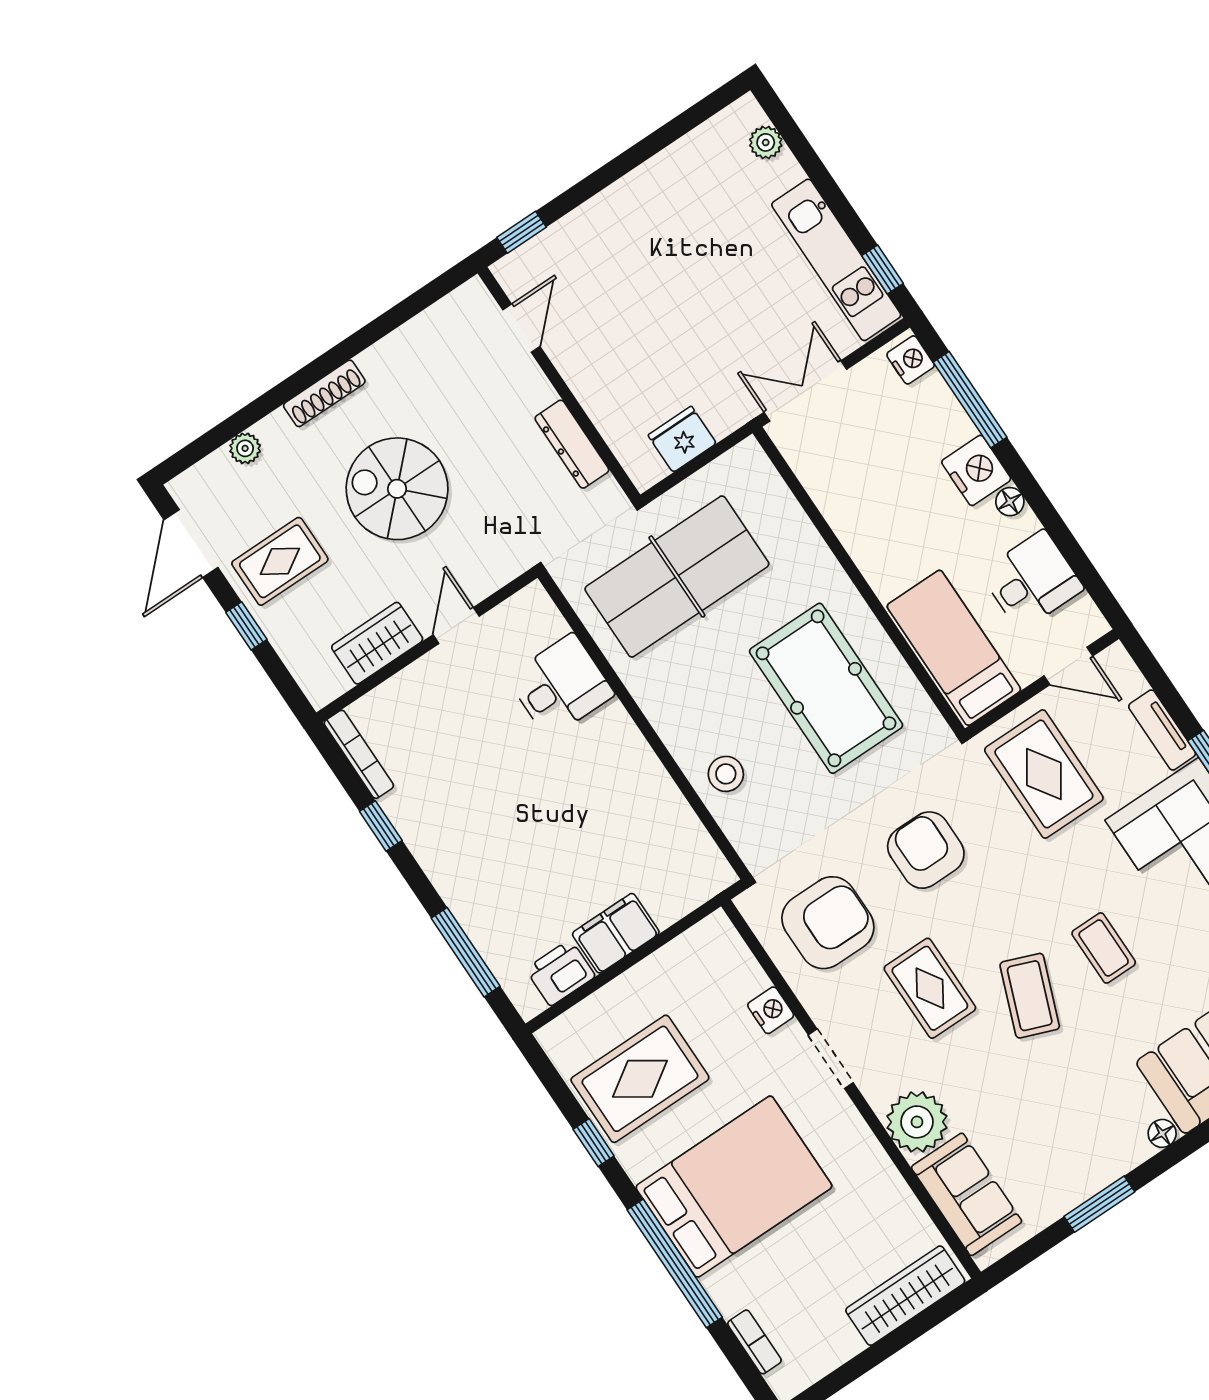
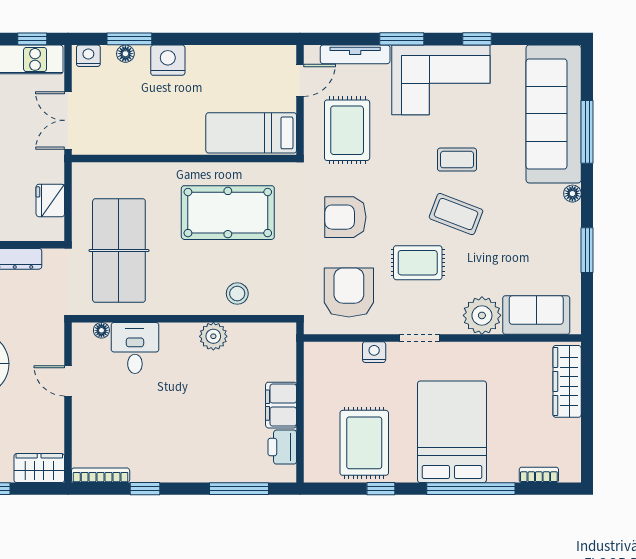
window: (970, 400) -> (129, 39), width x0.69
floor lamp: (1010, 502) -> (125, 54), moved
desk: (1032, 581) -> (244, 70), removed
floor lamp: (554, 625) -> (101, 330), added
wardrobe: (377, 643) -> (39, 468), moved, turned 90
tv unit: (1162, 730) -> (355, 54), width x1.41
rug: (1044, 774) -> (347, 130), turned 90
plant: (647, 780) -> (213, 336), added

